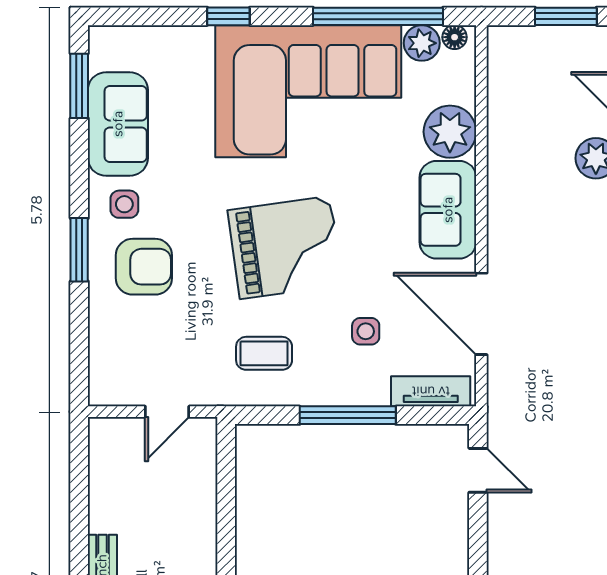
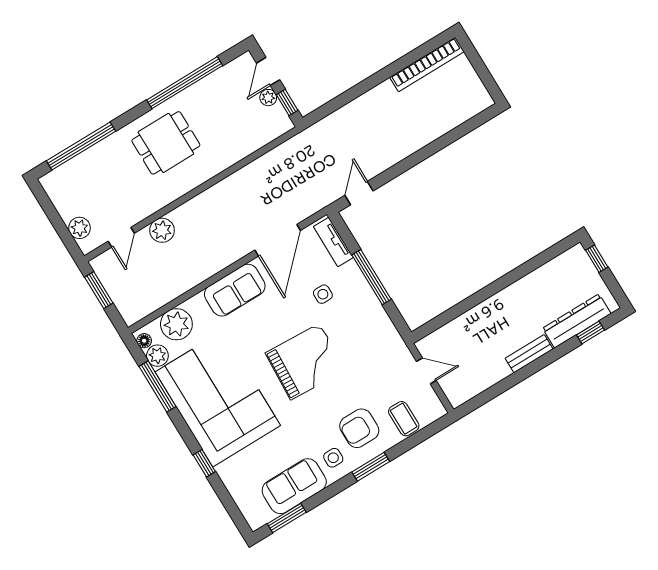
window: (378, 16) -> (157, 386), width x0.68
plant: (450, 132) -> (176, 324), moved
grand piano: (285, 248) -> (305, 362), turned 101
armchair: (144, 267) -> (359, 428), turned -90
coffee table: (264, 353) -> (404, 419), moved

